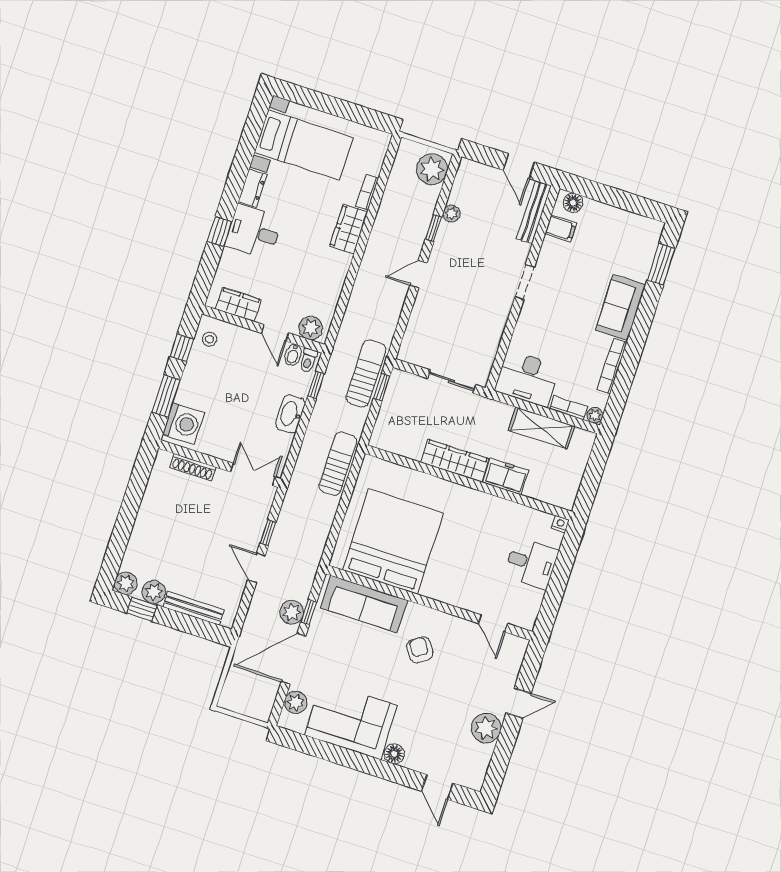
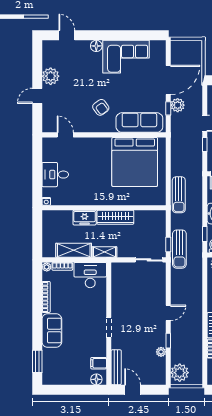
sliding door: (452, 382) -> (149, 260), moved
shelving: (491, 409) -> (105, 252), added
plant: (296, 702) -> (159, 57), removed

